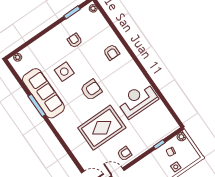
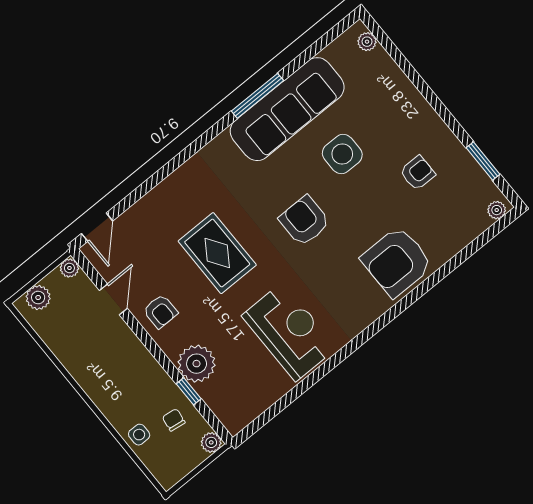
armchair: (112, 52) -> (397, 262), width x1.88, depth x1.88
armchair: (91, 90) -> (304, 221), turned 180
rug: (102, 128) -> (217, 253), width x0.73, depth x0.69
plant: (148, 140) -> (197, 364), added

